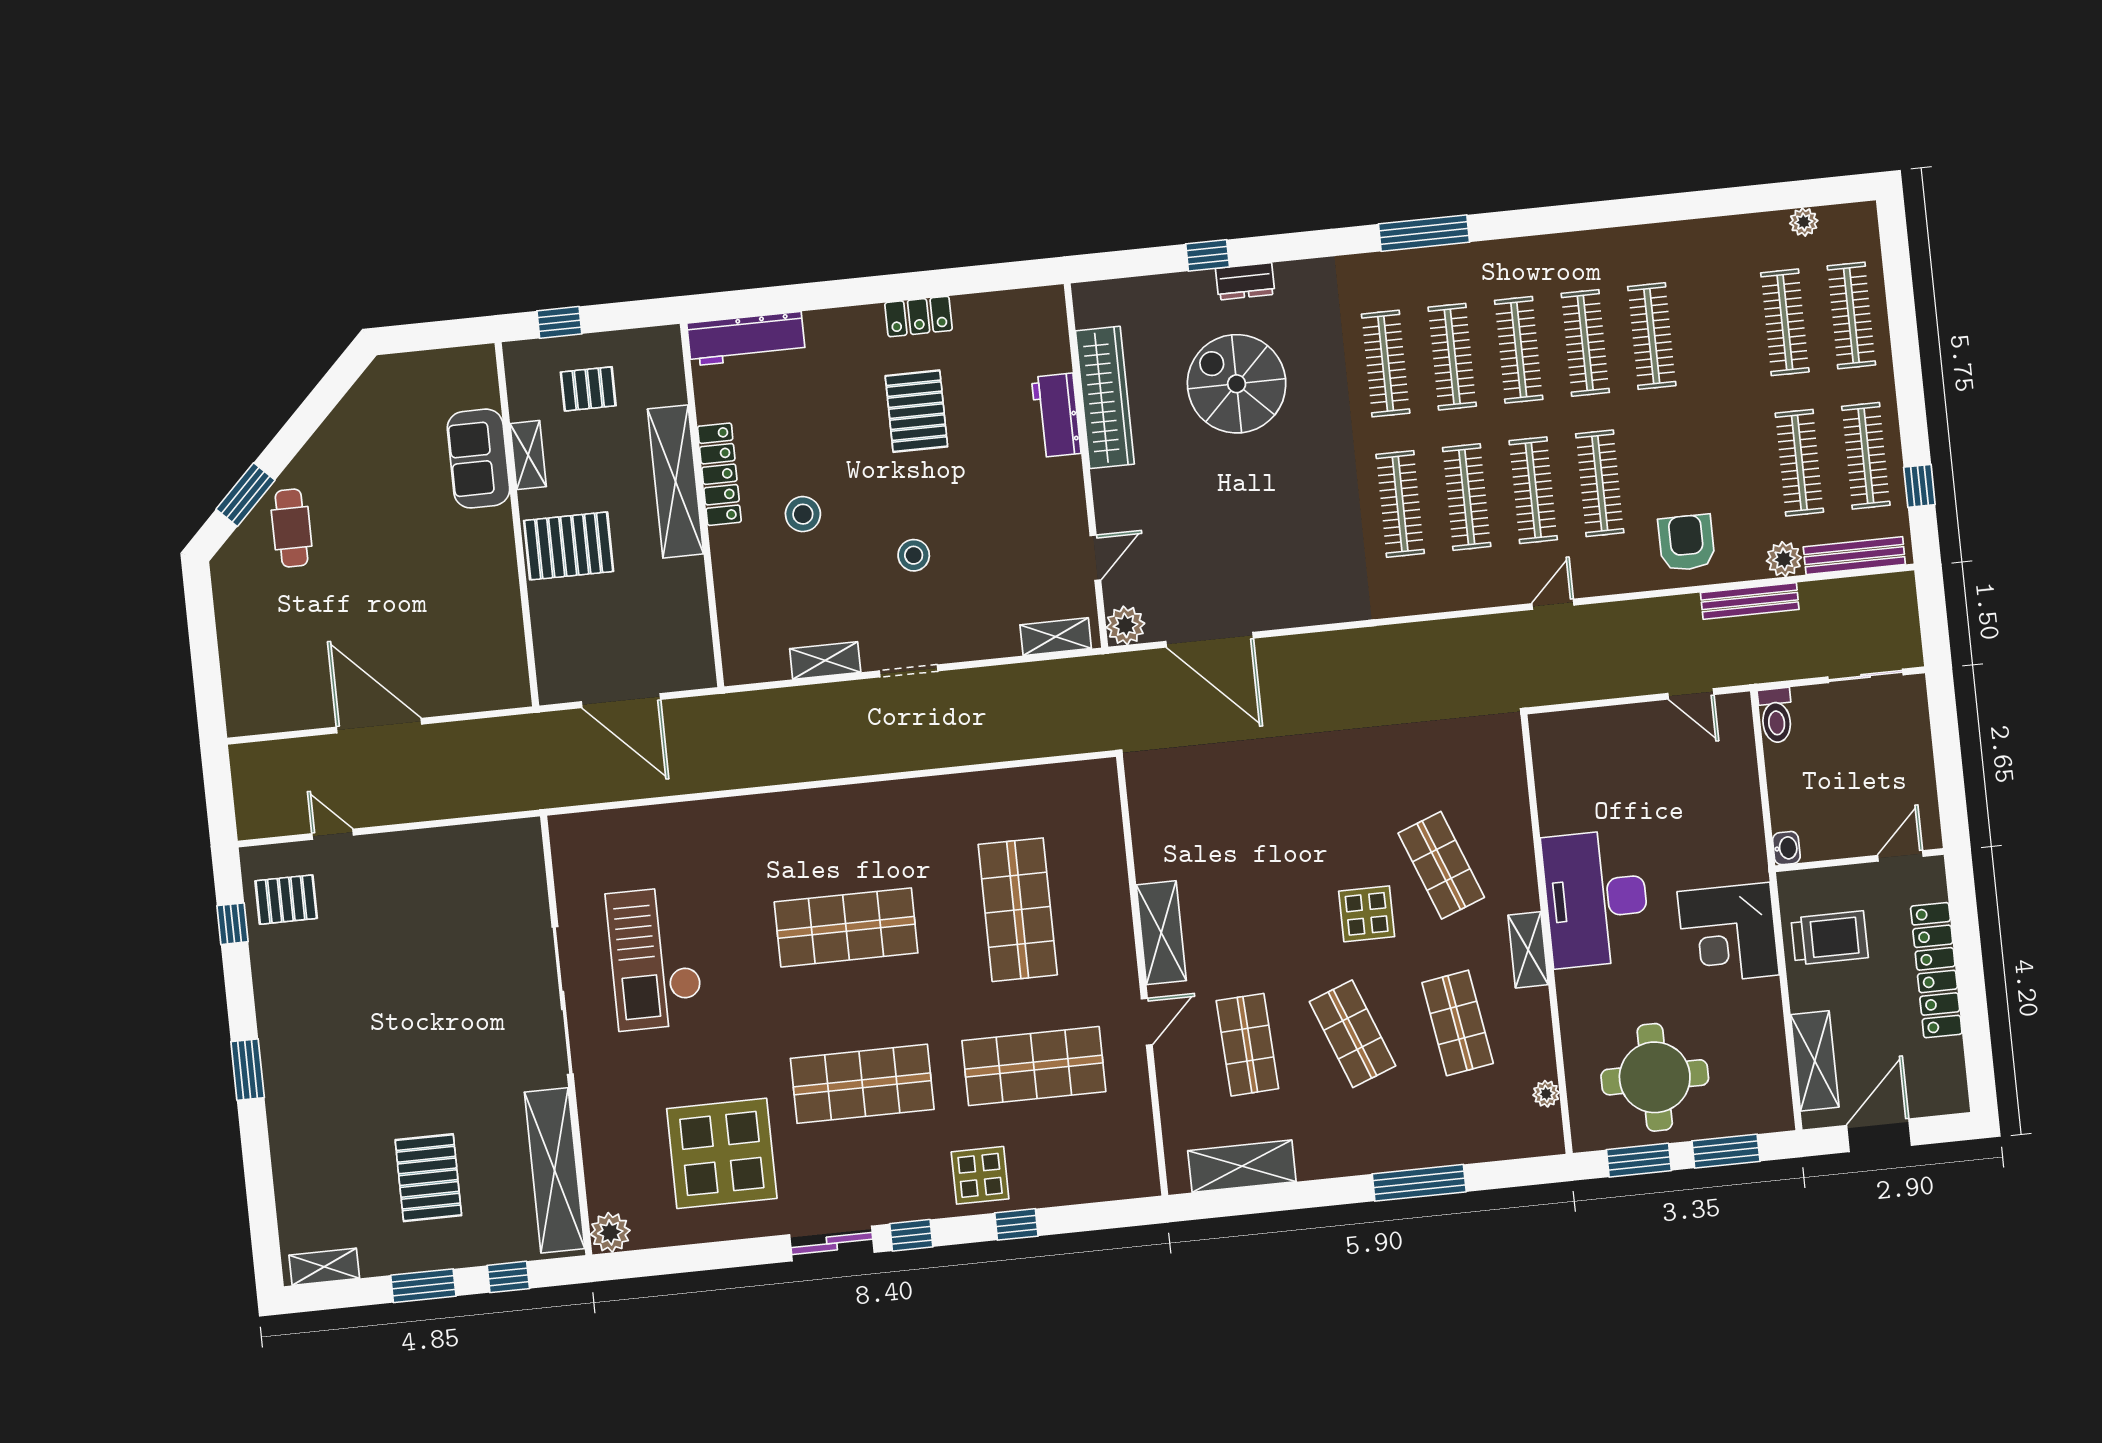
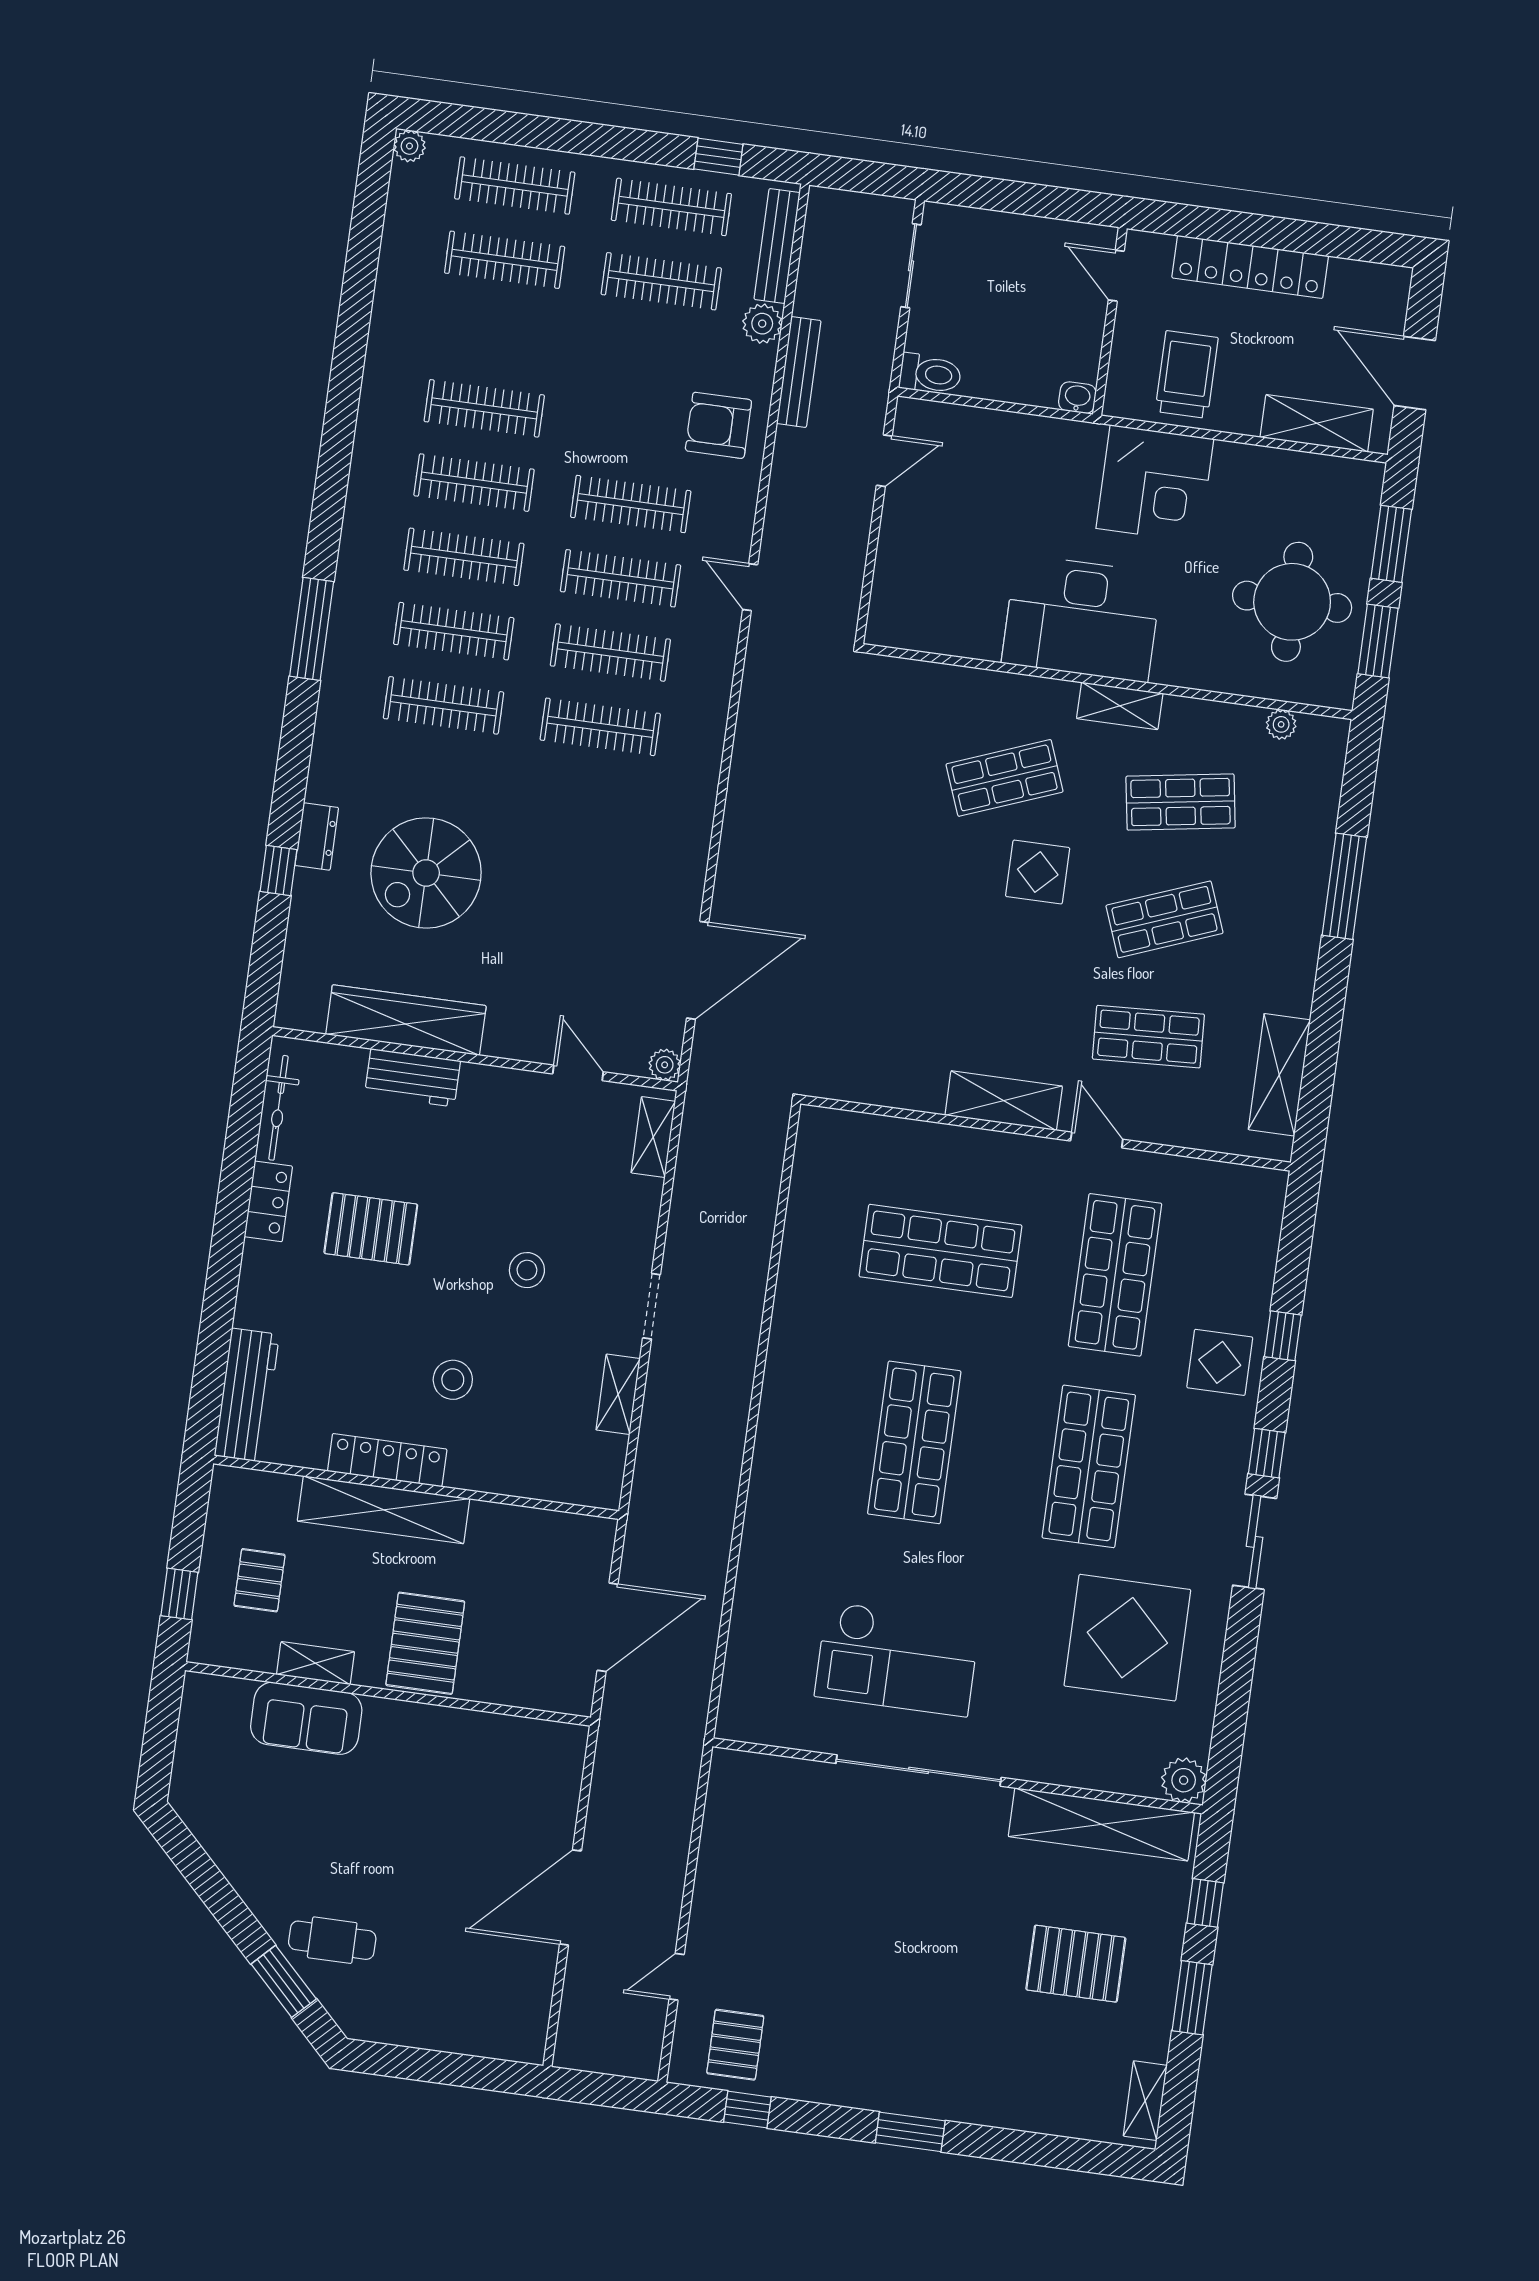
plant: (1804, 222) -> (409, 146), moved
bicycle: (1002, 306) -> (278, 1108), added
plant: (1125, 625) -> (665, 1065), width x0.73, depth x0.73

